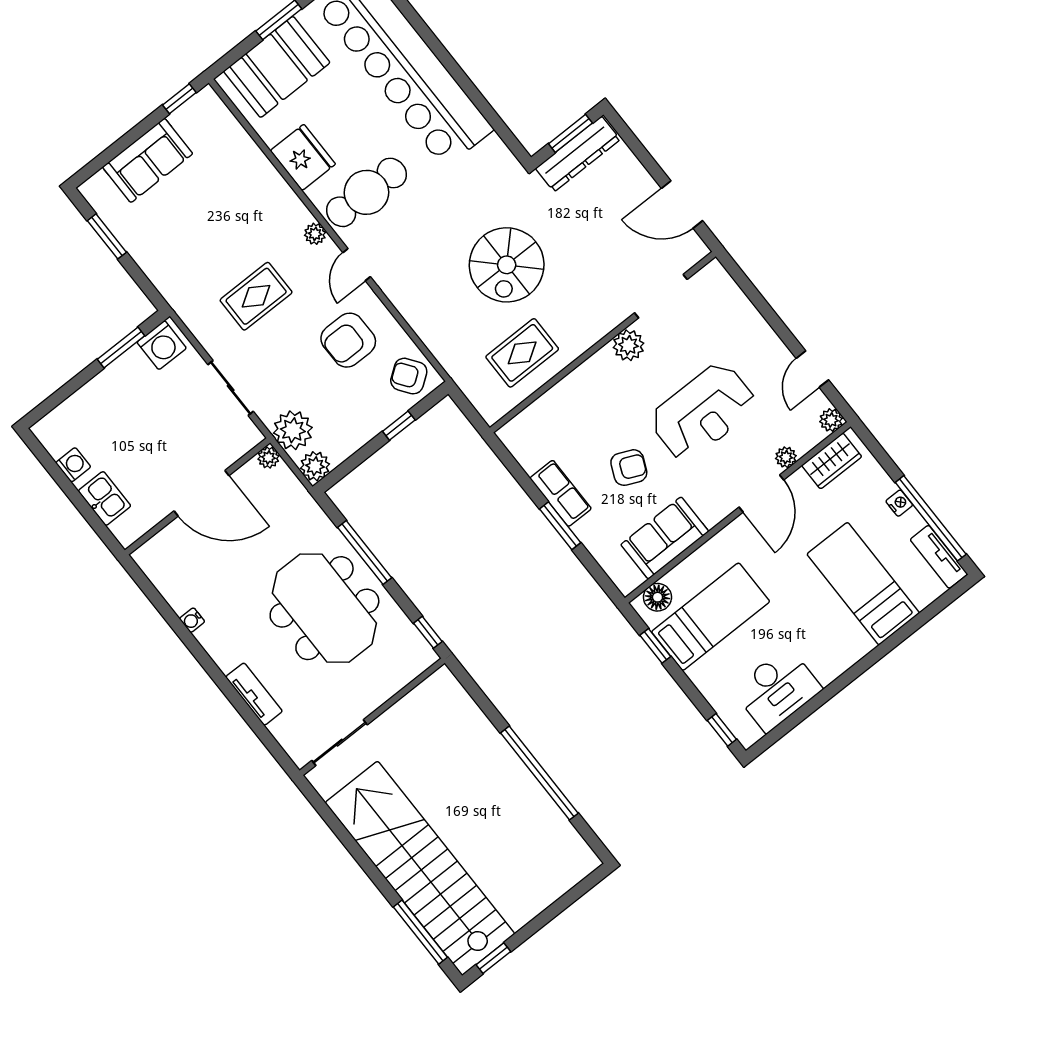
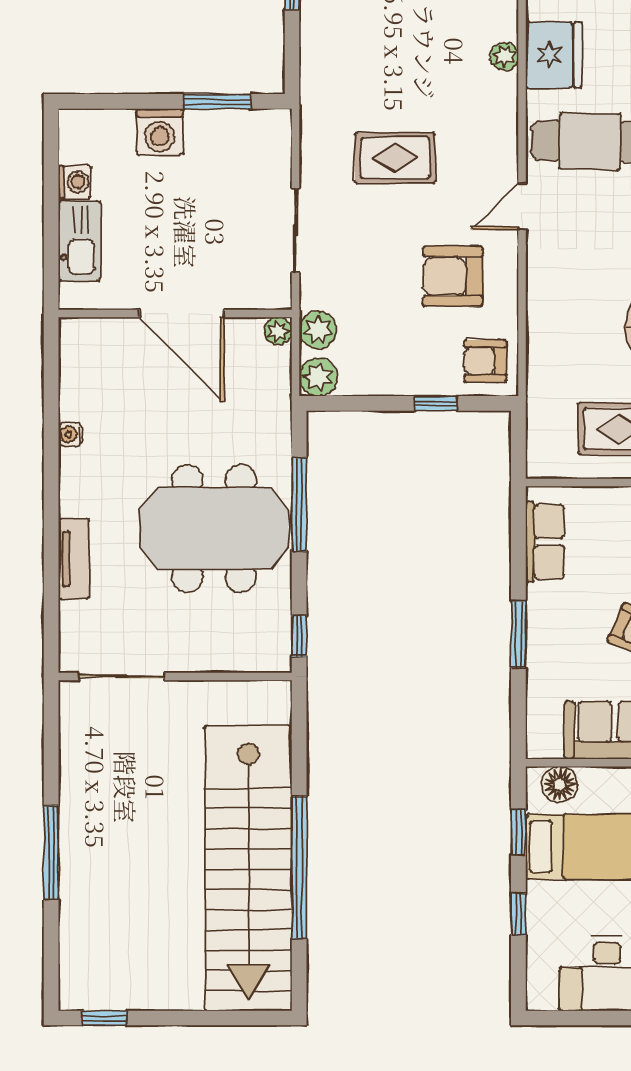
plant: (315, 234) -> (505, 56), moved
washing machine: (162, 345) -> (160, 132), moved
armchair: (409, 376) -> (485, 361), turned -54
plant: (293, 430) -> (318, 330), width x0.73, depth x0.73
row of seats: (561, 493) -> (545, 542), moved
kitchen sink: (105, 498) -> (79, 241), width x1.38
meeting table: (324, 608) -> (214, 528), turned 90
window: (722, 730) -> (518, 914), moved
stairs: (420, 868) -> (248, 868), moved, turned 180
window: (420, 932) -> (51, 853), moved

